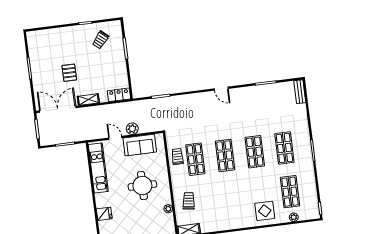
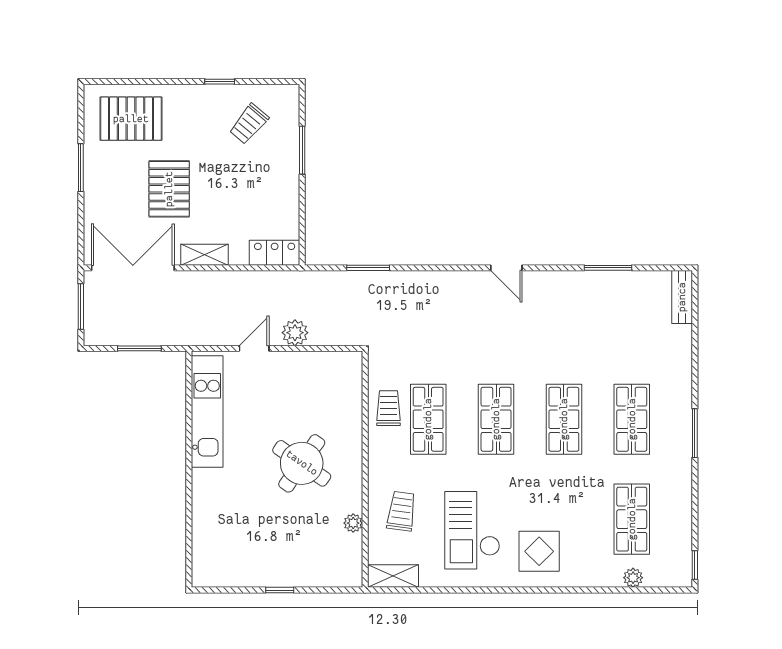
pallet: (49, 44) -> (131, 119), added
pallet: (69, 73) -> (169, 189), width x1.50, depth x1.42
door: (115, 138) -> (254, 348), hinge flipped
sofa: (140, 145) -> (307, 372), removed
round table: (142, 186) -> (302, 463), turned 35
checkout: (221, 205) -> (472, 530), added
display table: (265, 211) -> (539, 551), moved
fridge: (104, 214) -> (208, 516), removed

